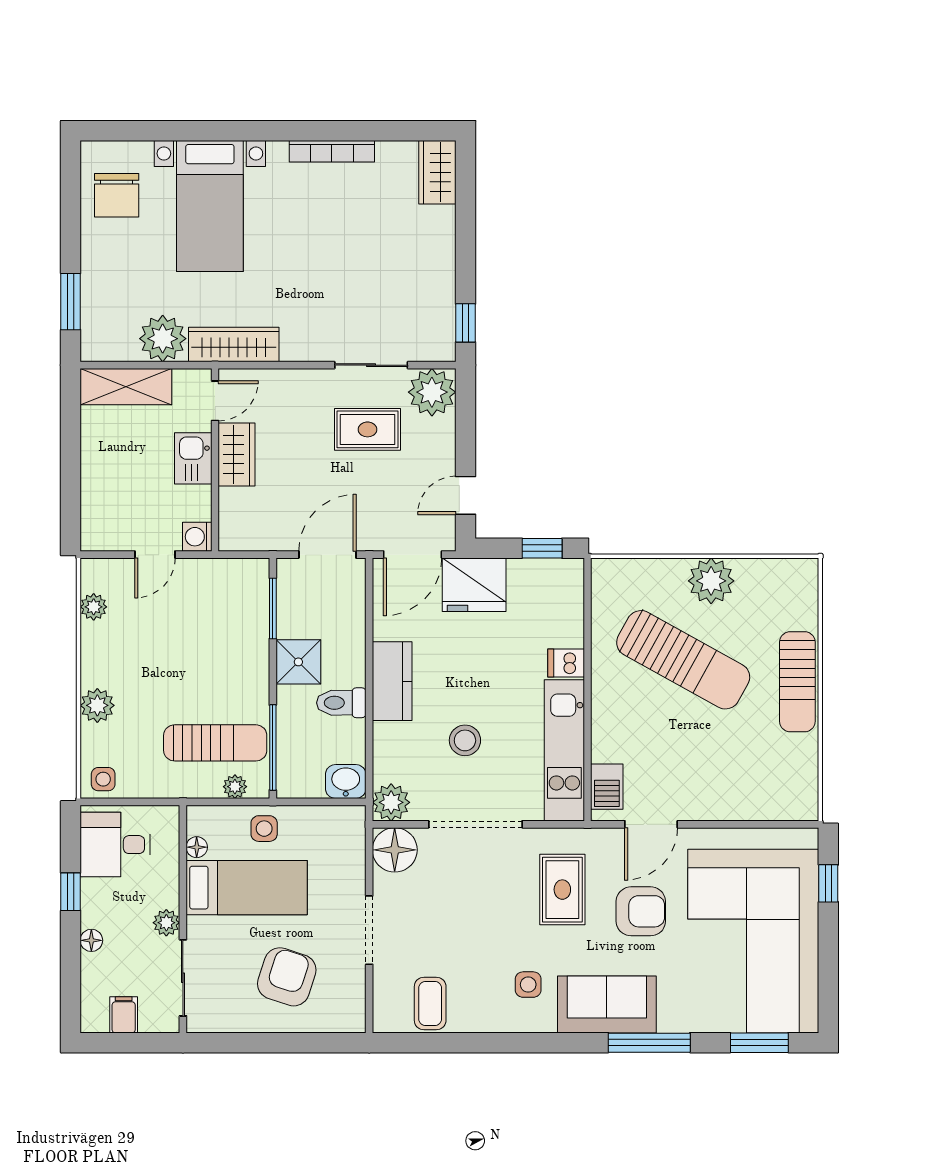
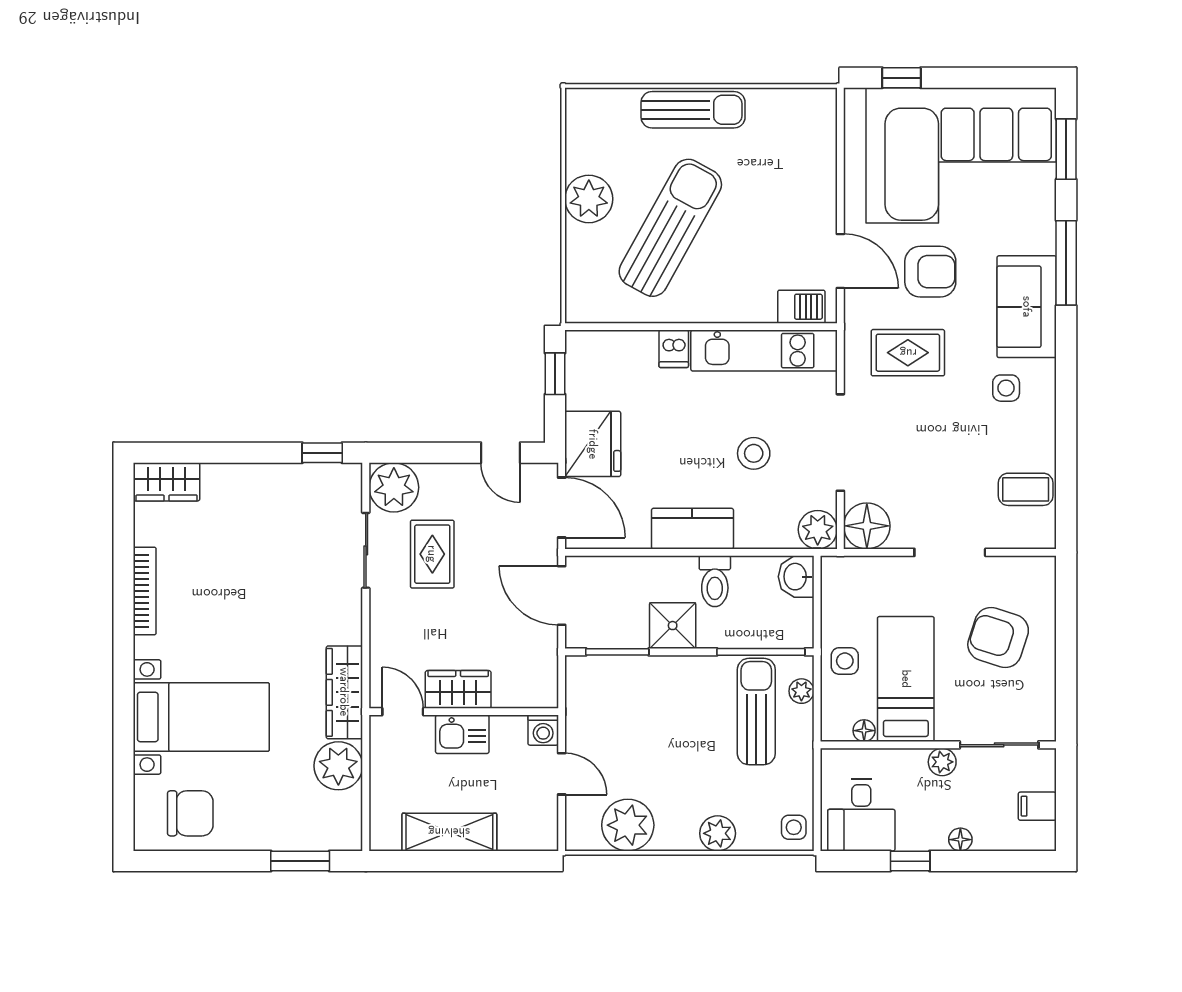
shelving: (126, 387) -> (449, 832), moved, turned 90
plant: (94, 607) -> (628, 825), width x1.88, depth x1.88
armchair: (641, 911) -> (930, 272), turned 90

